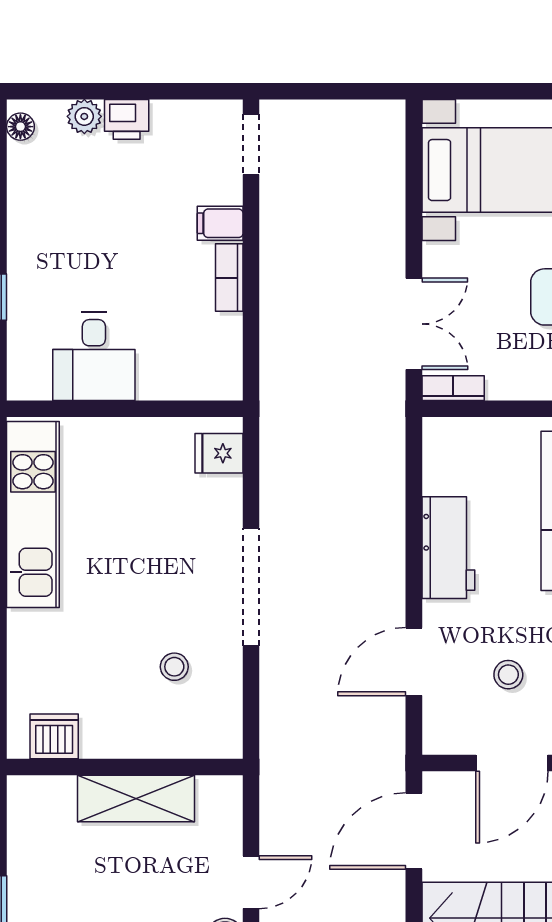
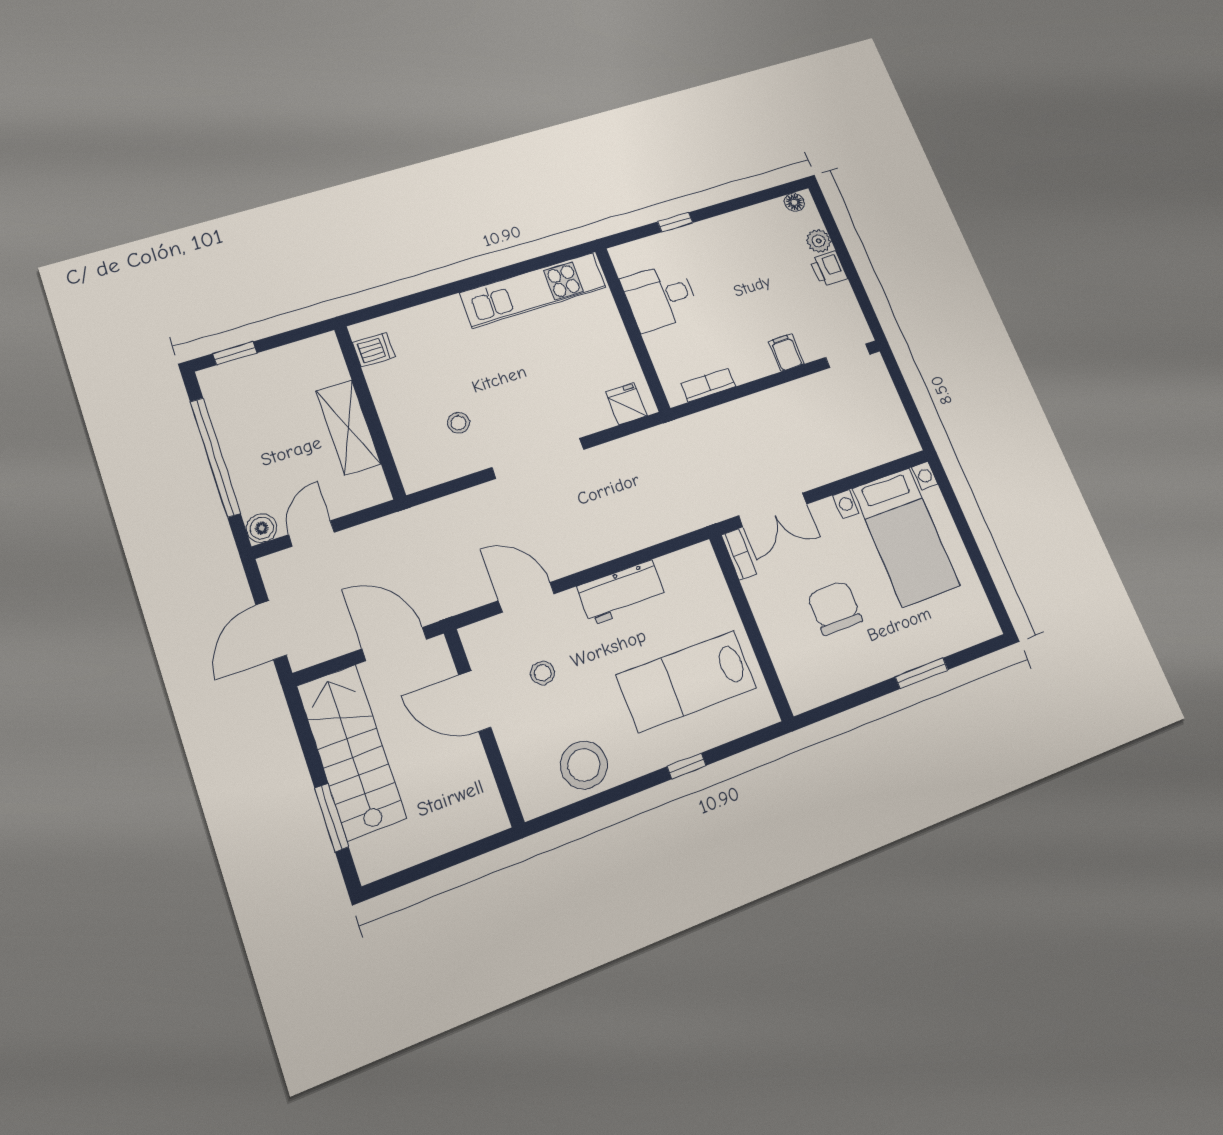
bookcase: (229, 278) -> (708, 385), moved
dishwasher: (54, 736) -> (374, 350), width x0.73
door: (251, 882) -> (311, 533), swing flipped

